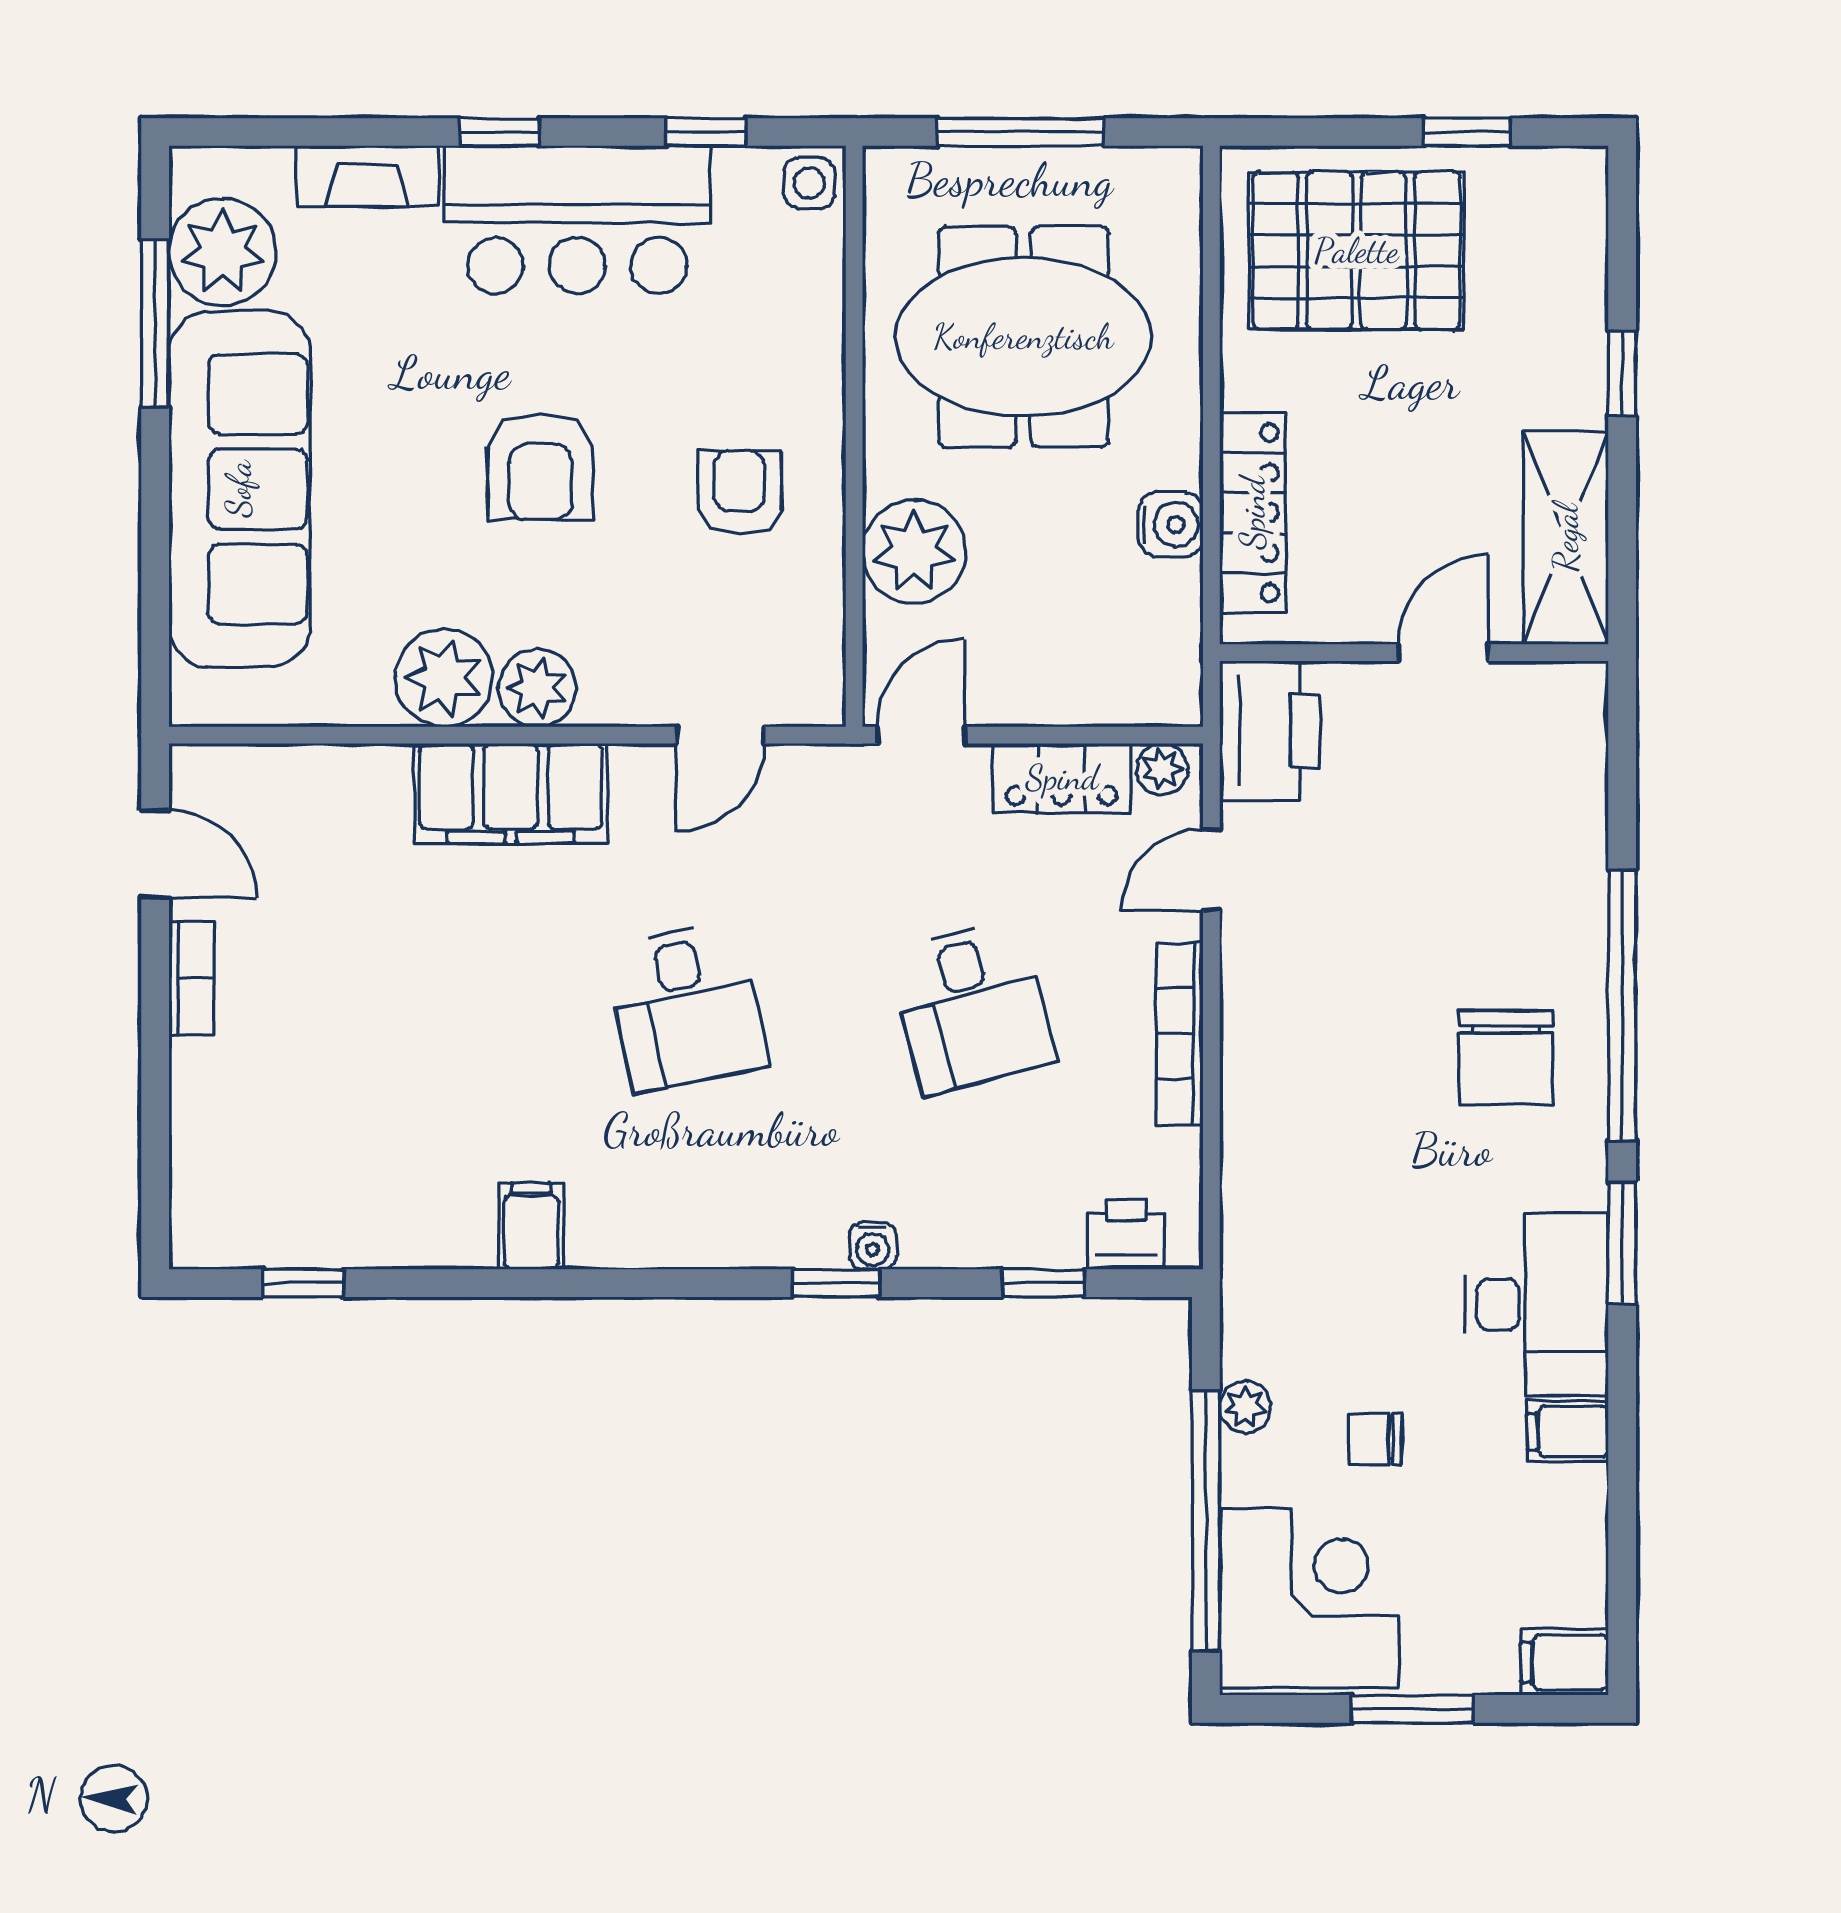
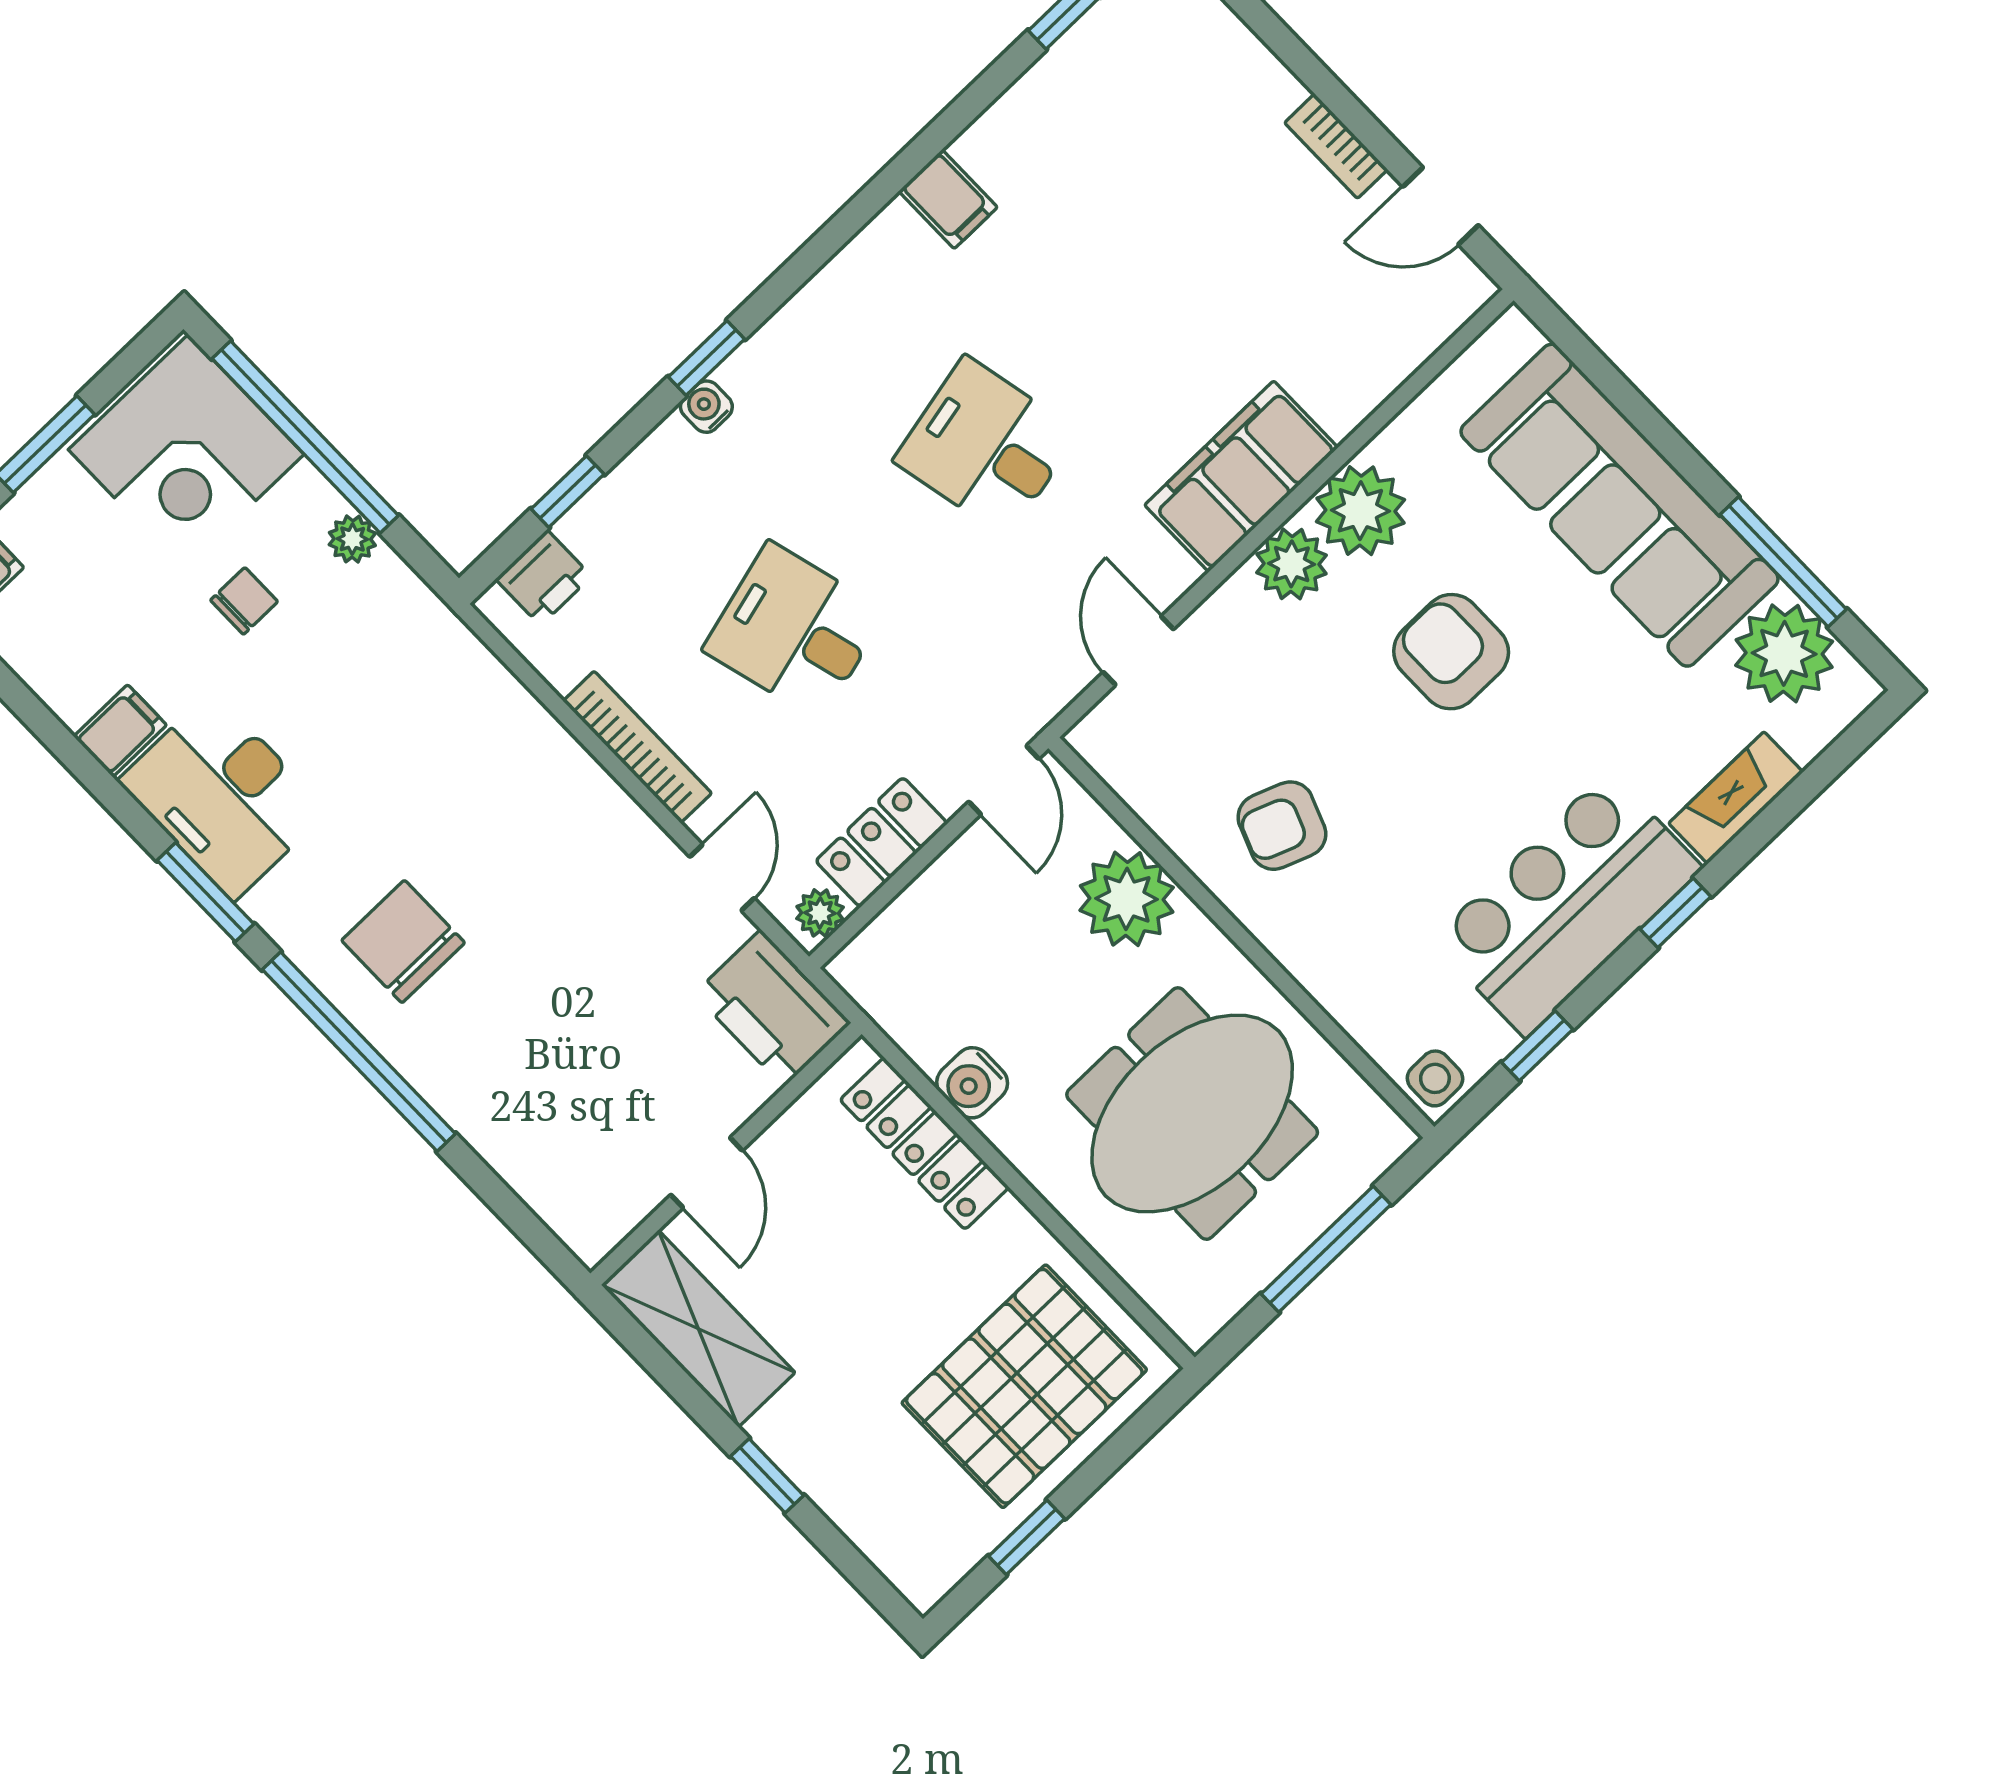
armchair: (540, 467) -> (1451, 652), moved
armchair: (739, 493) -> (1282, 826), turned 111

